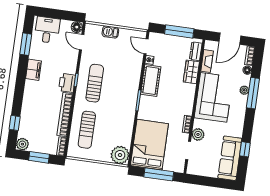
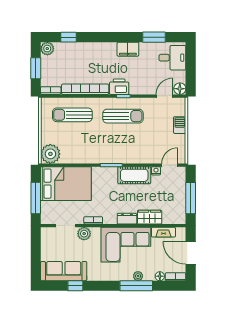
dresser: (196, 51) -> (127, 219), moved

